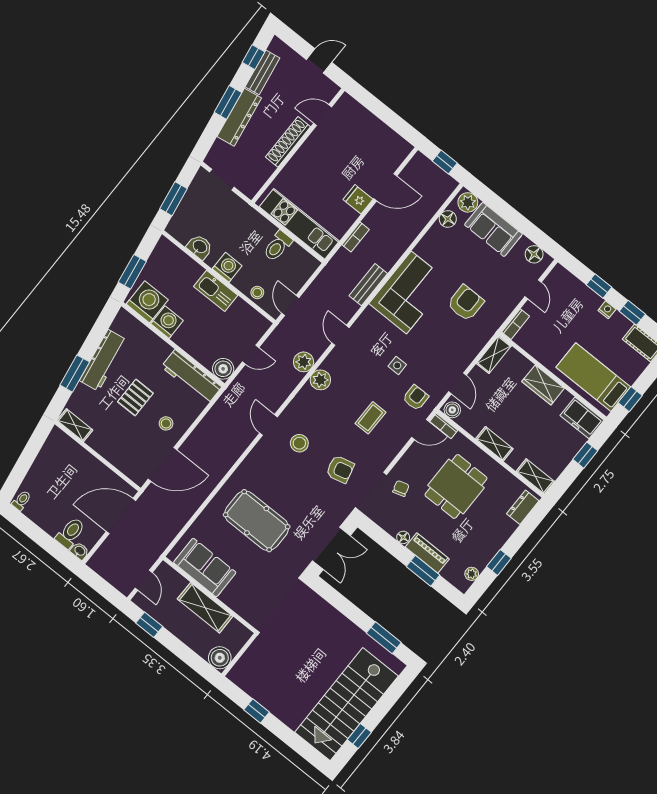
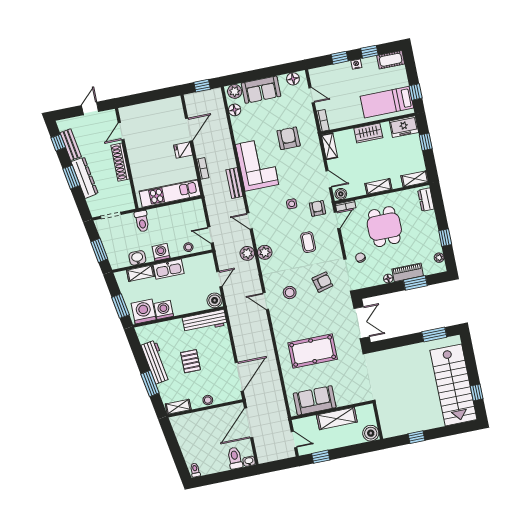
toilet: (278, 246) -> (142, 221), moved
shelving: (186, 264) -> (141, 273), added
stool: (166, 423) -> (208, 400), moved

